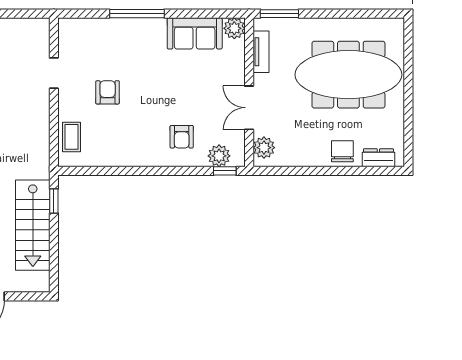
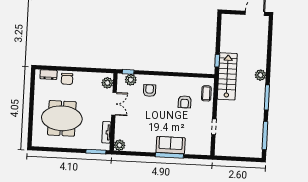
sofa: (195, 33) -> (171, 145), moved
meeting table: (348, 75) -> (62, 118), width x0.73
armchair: (108, 92) -> (185, 102), moved
stairs: (33, 225) -> (227, 76), moved

